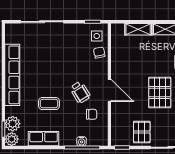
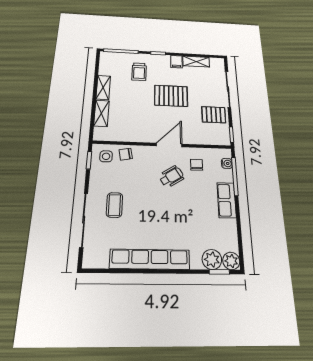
coffee table: (49, 104) -> (114, 205), moved
row of seats: (44, 139) -> (226, 200), moved
water cooler: (82, 141) -> (227, 163), moved

